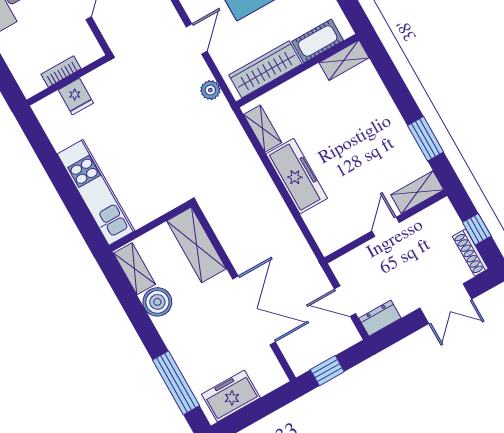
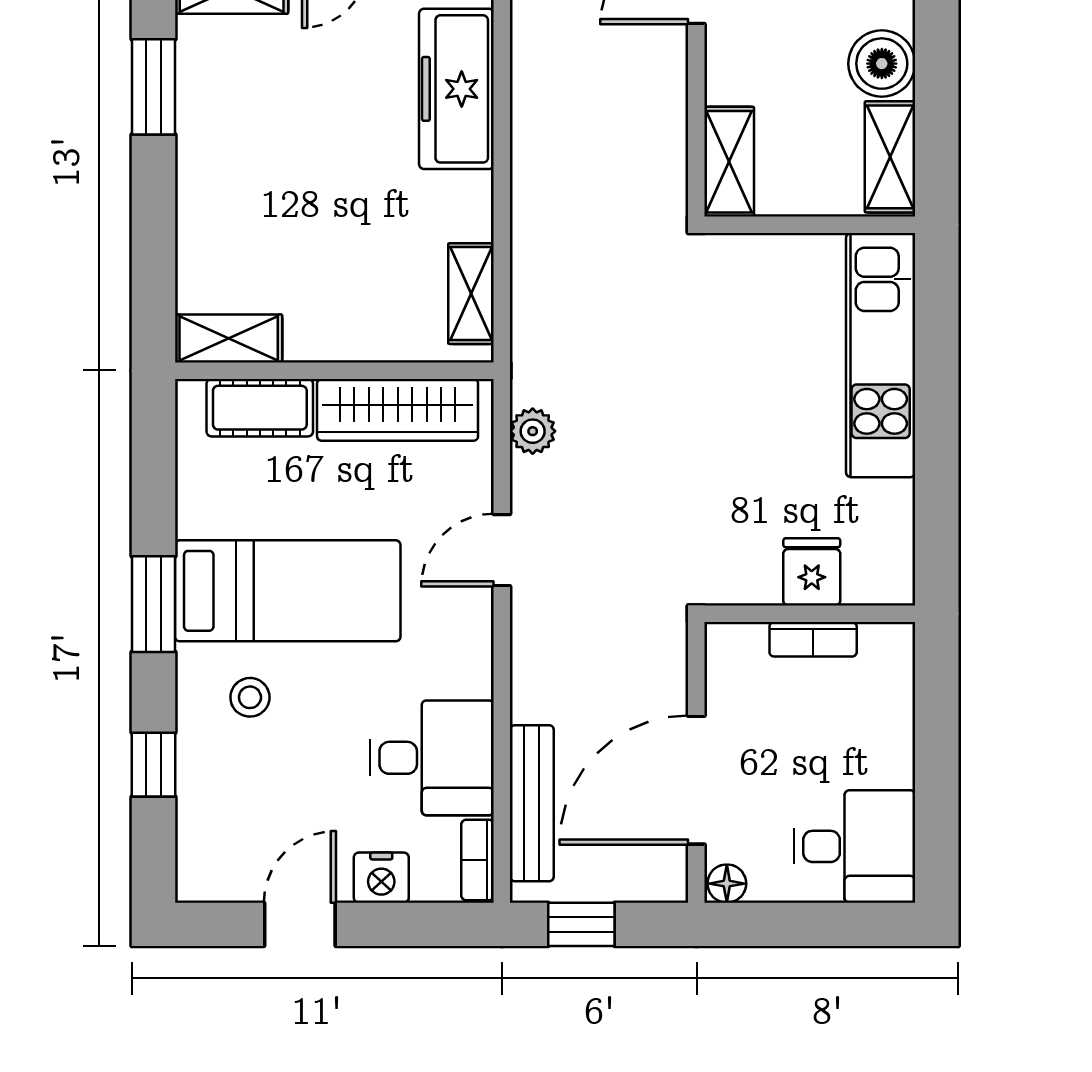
freezer: (297, 176) -> (456, 89), moved
shelving: (197, 245) -> (729, 162), width x0.67, depth x0.75

